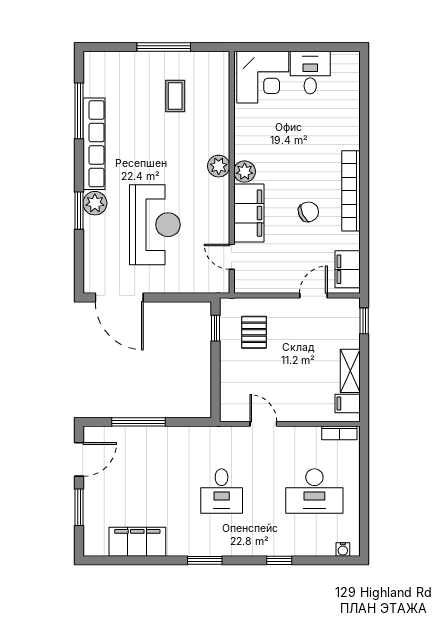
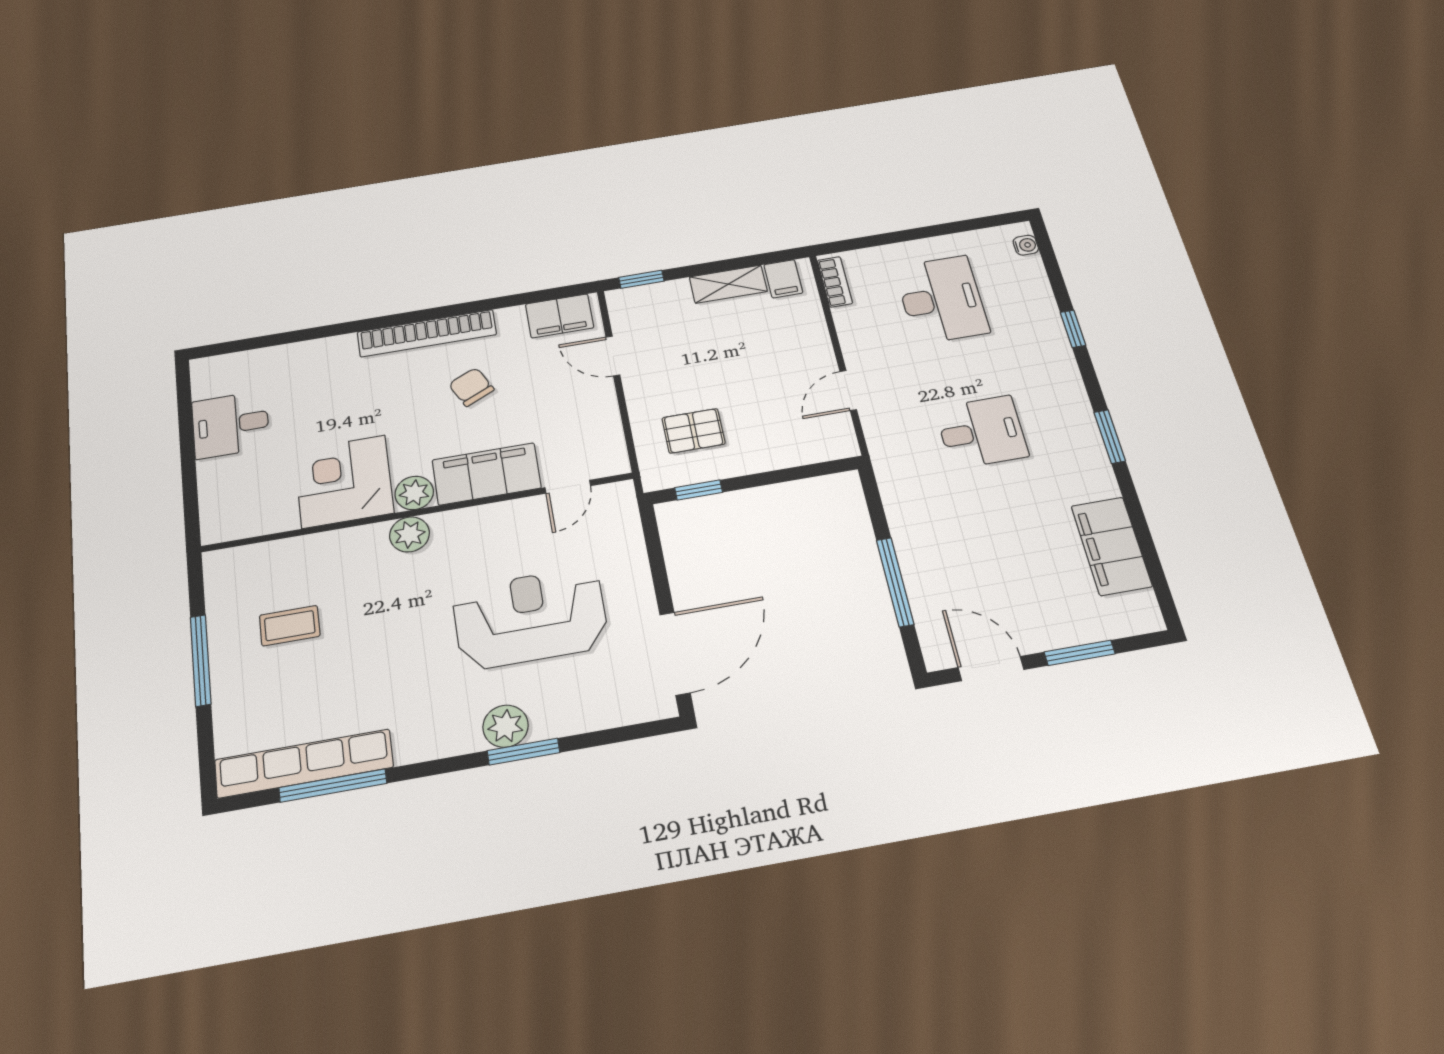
corner desk: (263, 77) -> (344, 481), moved, turned -90
row of seats: (94, 144) -> (304, 764), moved

